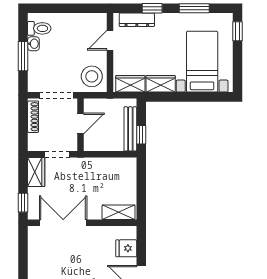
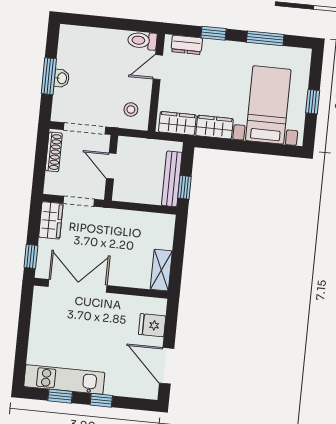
dresser: (137, 20) -> (187, 45), width x0.70
toilet: (39, 28) -> (142, 41), moved, turned 180
window: (238, 31) -> (313, 102), moved
washbasin: (33, 44) -> (62, 78), moved
stool: (92, 76) -> (131, 110), width x0.53, depth x0.53
door: (81, 123) -> (111, 166), swing flipped
shelving: (119, 212) -> (161, 270), moved, turned 90

